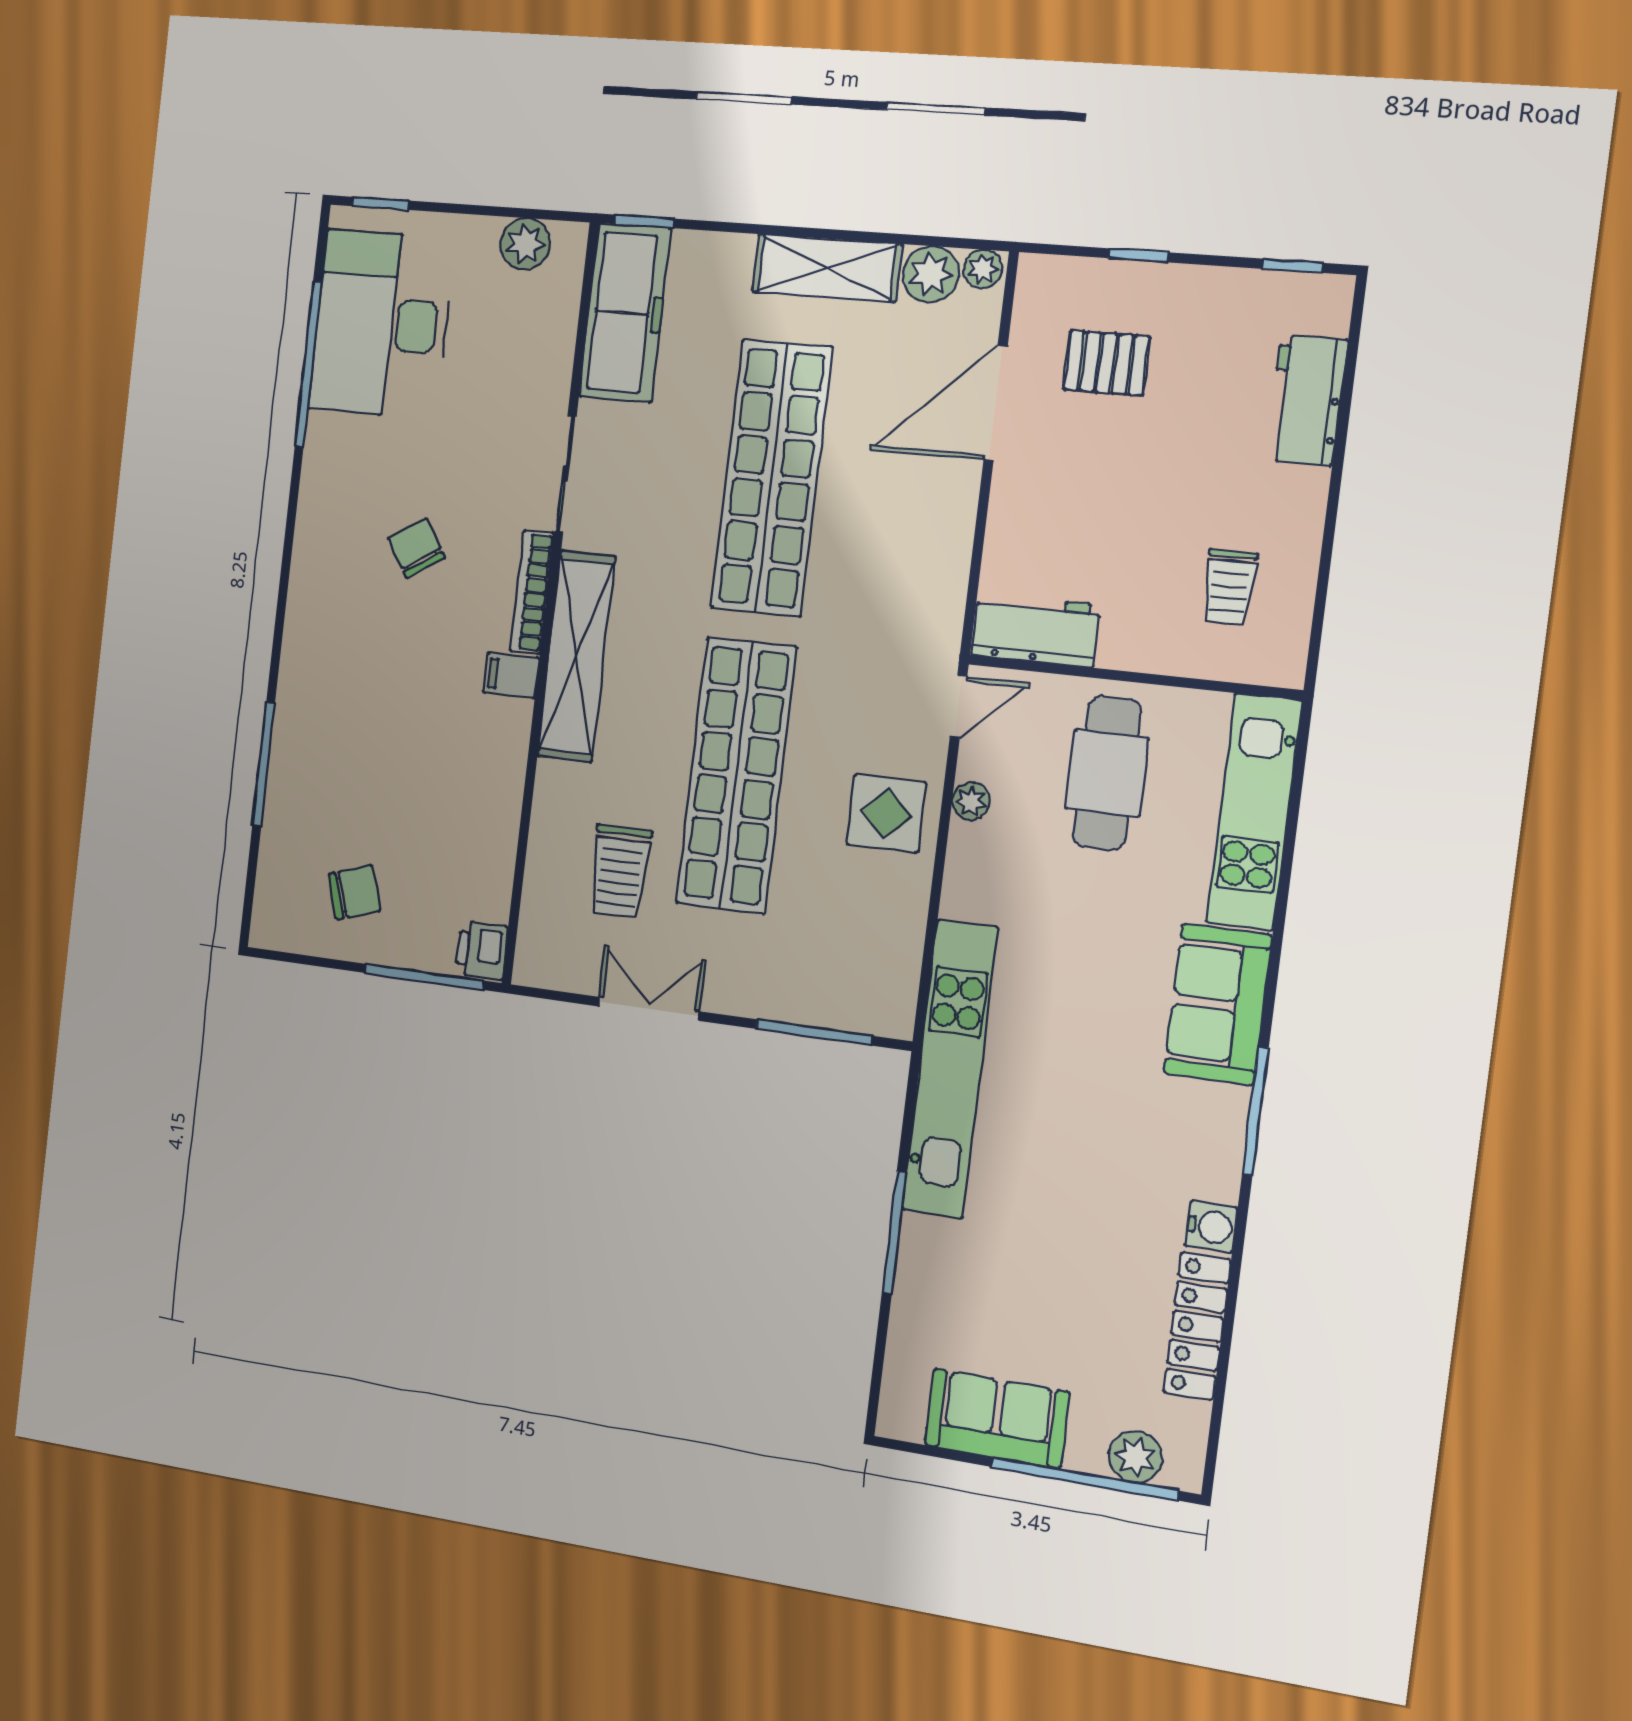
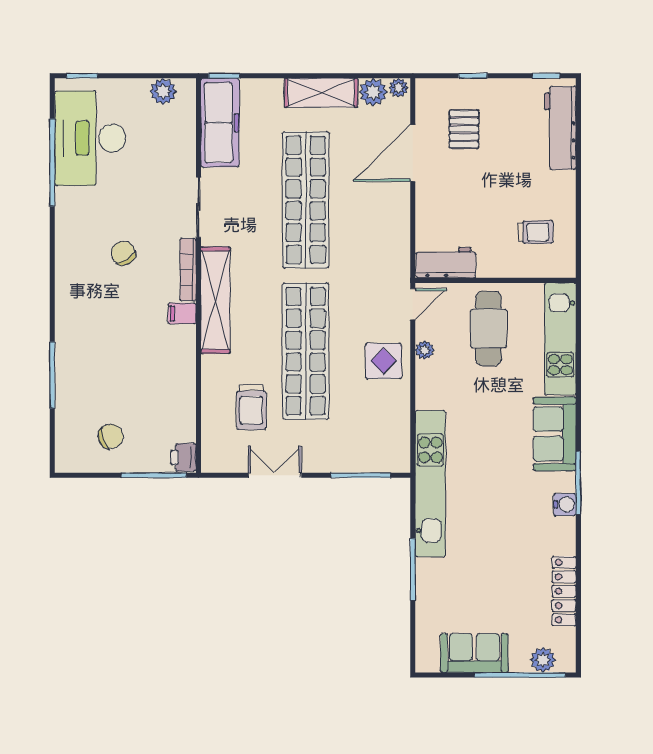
pallet: (1107, 363) -> (464, 129), turned 90
workbench: (1307, 400) -> (560, 128), width x1.38
trolley: (1229, 587) -> (535, 232), turned -90
water cooler: (1211, 1227) -> (565, 504), moved

